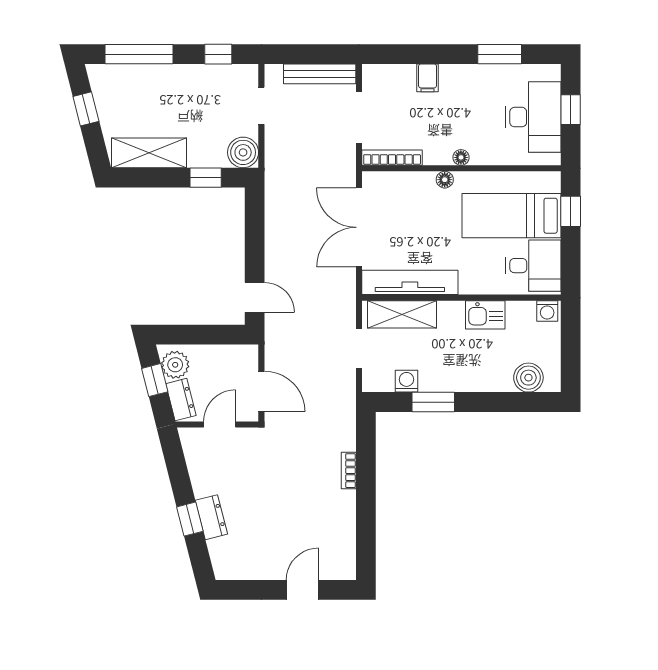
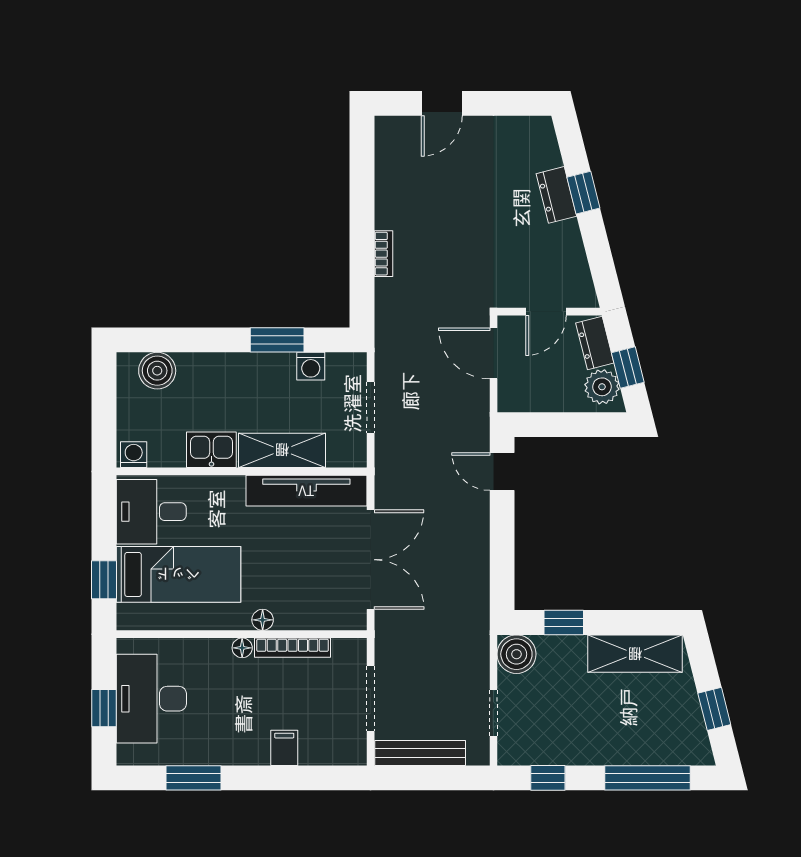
bookcase: (392, 158) -> (293, 648), moved
shelving: (402, 314) -> (282, 450), moved

